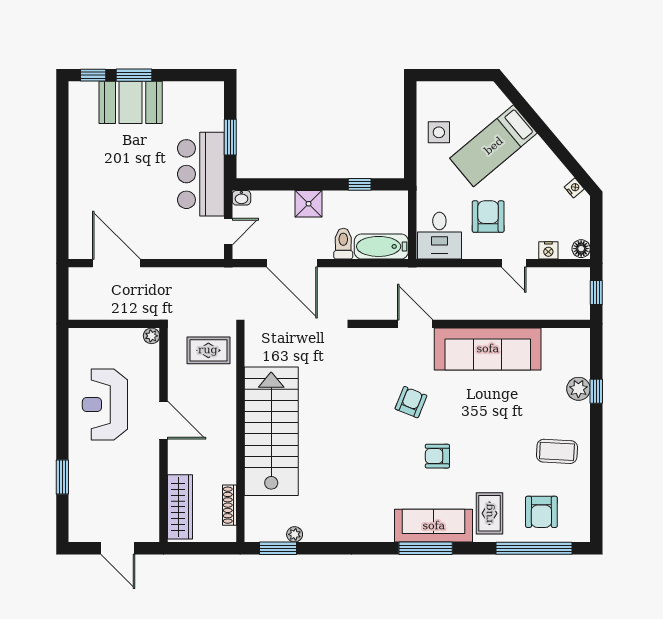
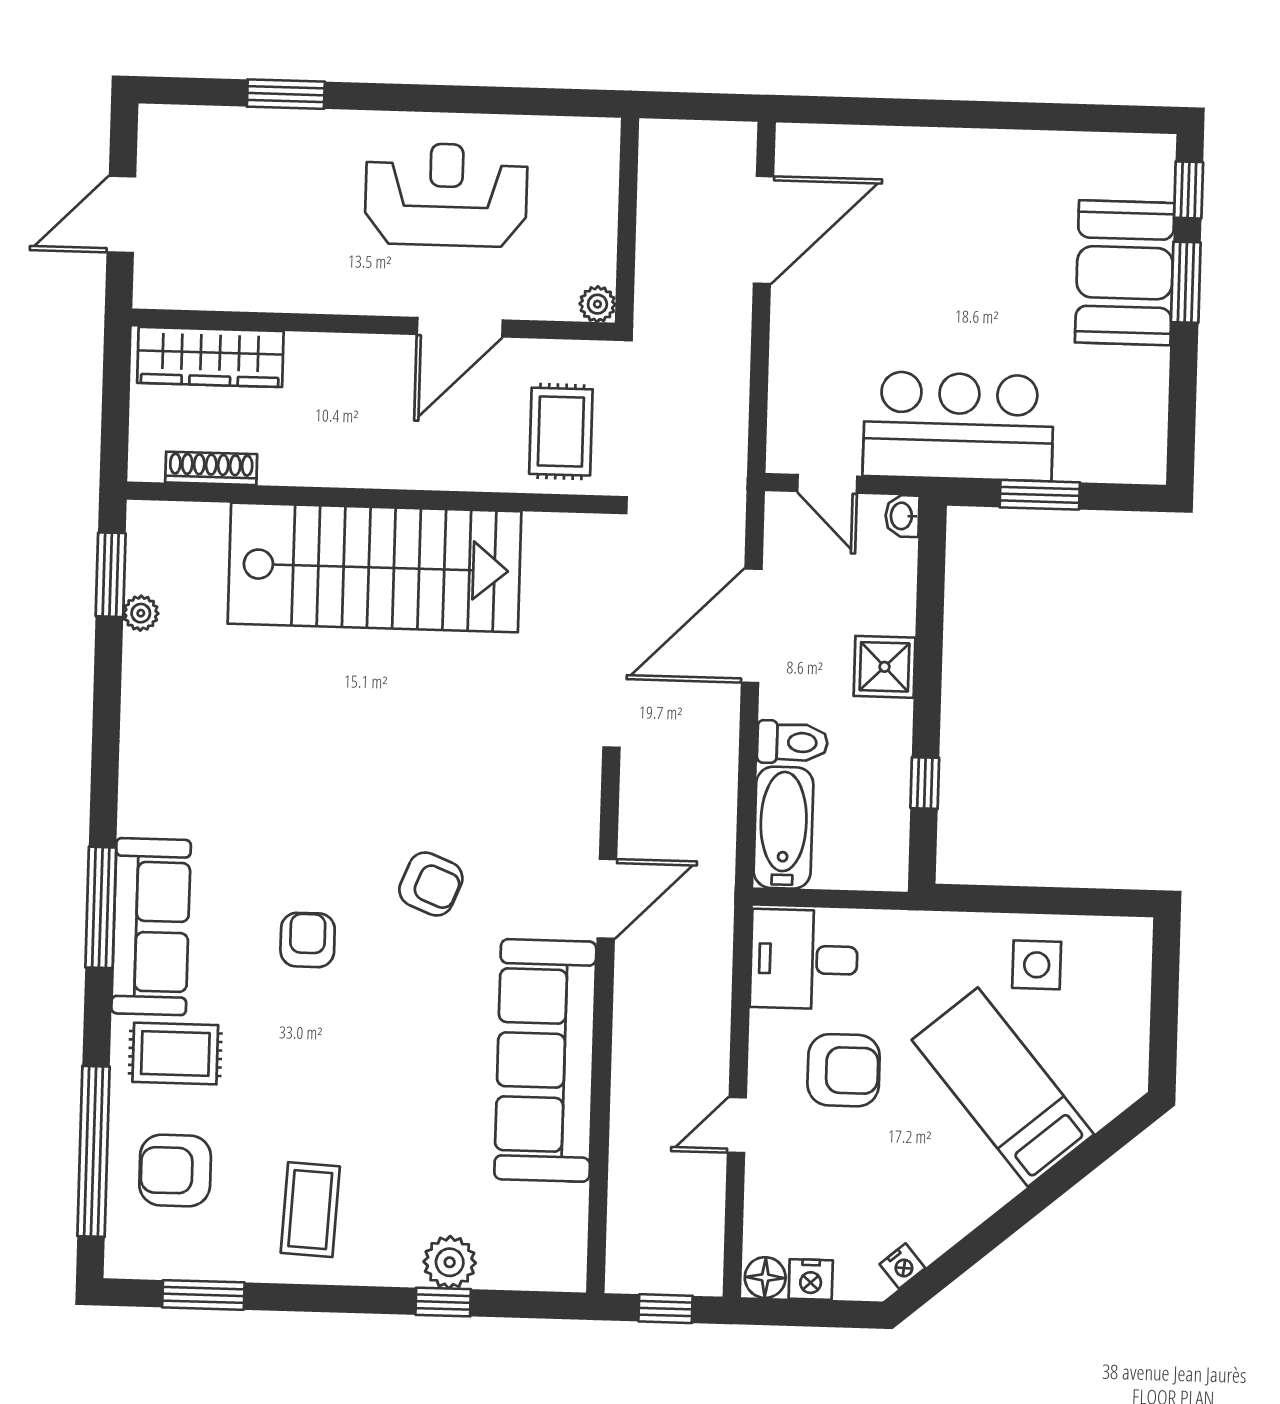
nightstand: (548, 250) -> (811, 1279), moved, turned -90
door: (164, 420) -> (460, 327), moved
window: (596, 498) -> (203, 1295), added

